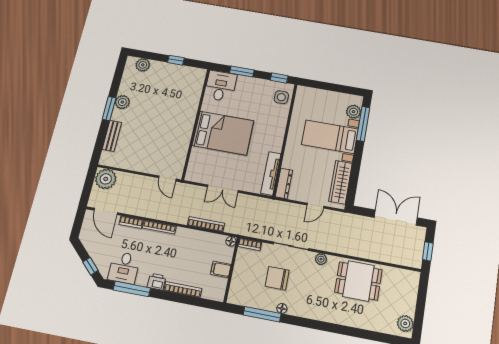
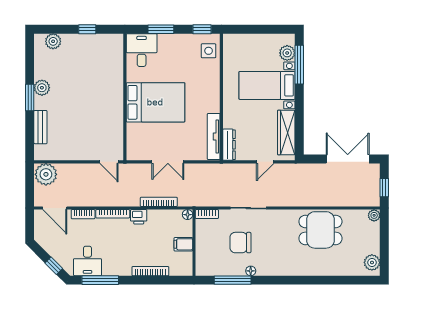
plant: (321, 259) -> (374, 215), moved
printer: (157, 282) -> (139, 217), moved, turned 180

